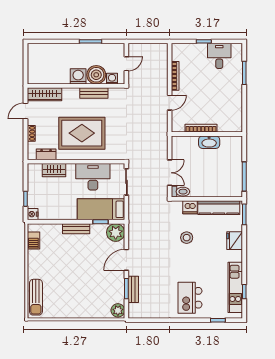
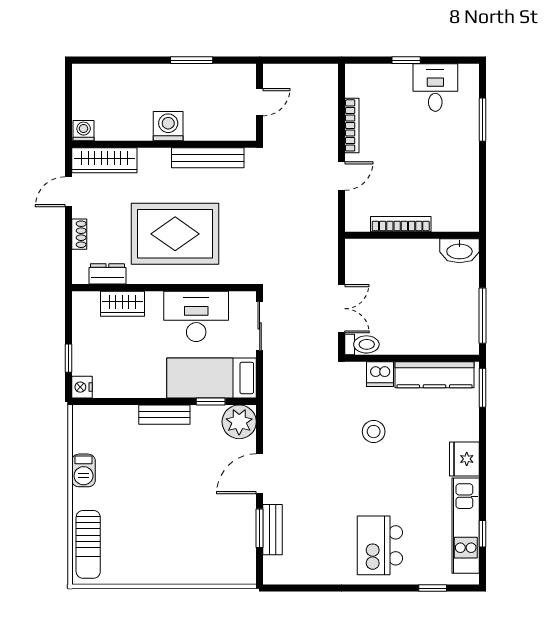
boiler: (96, 75) -> (202, 123), removed
washing machine: (112, 79) -> (84, 131), moved
bench: (94, 93) -> (208, 158), width x1.36
washbasin: (209, 142) -> (459, 251), moved
barbecue: (33, 240) -> (84, 470), moved
fridge: (235, 241) -> (464, 459), moved
plant: (118, 310) -> (243, 569), removed

